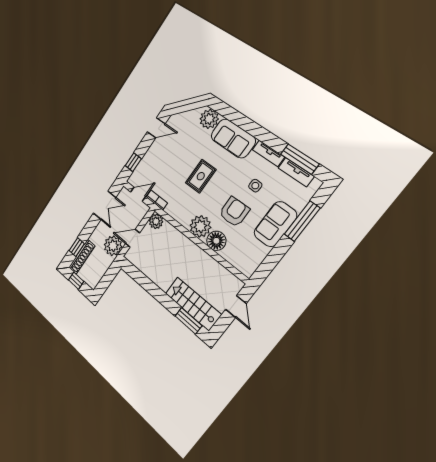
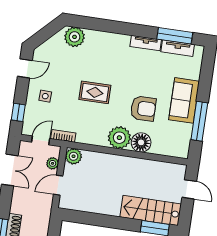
sofa: (233, 138) -> (107, 44), removed
rug: (201, 176) -> (95, 92), turned 90
side table: (255, 186) -> (45, 96), moved
armchair: (234, 212) -> (143, 109), turned 91
window: (302, 221) -> (199, 121), moved
plant: (113, 246) -> (53, 163), moved, width x0.53, depth x0.53

